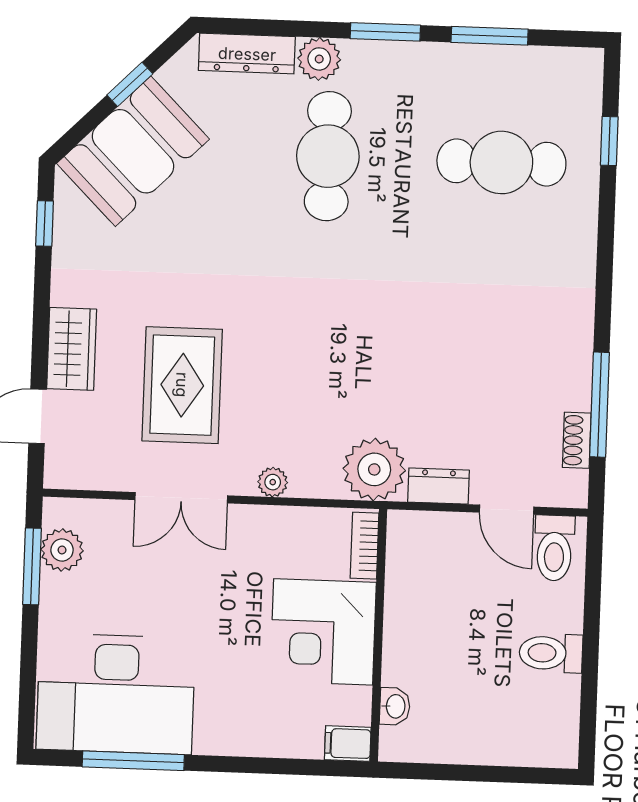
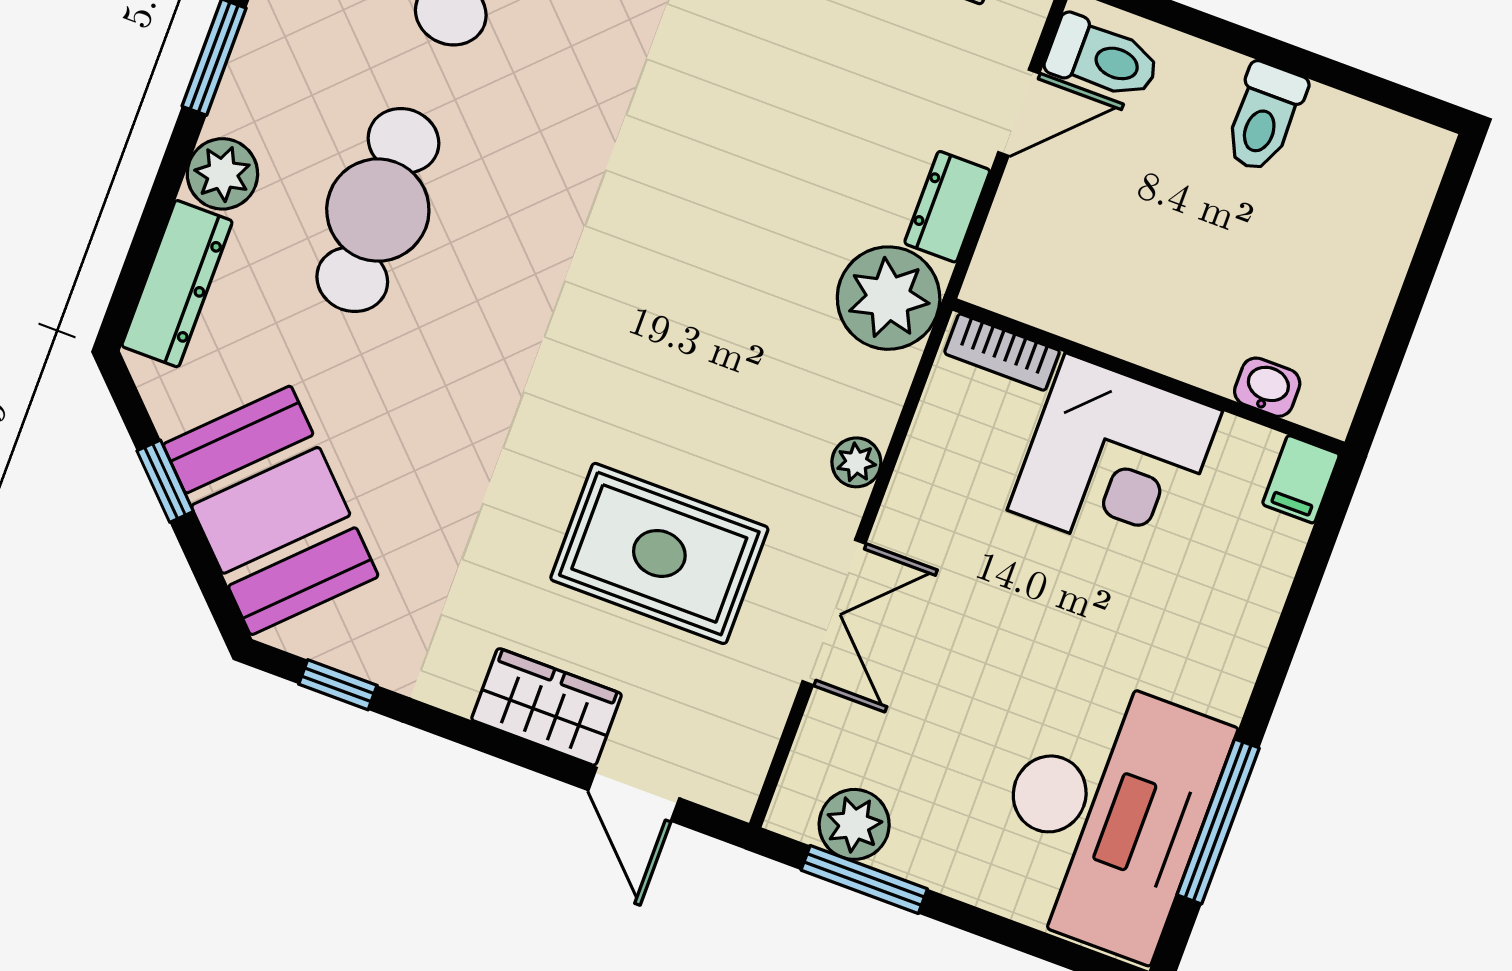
cafe table: (328, 156) -> (378, 210), turned 90

